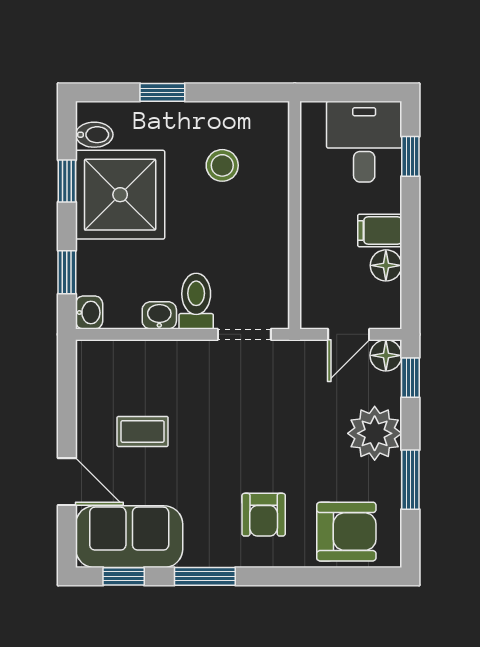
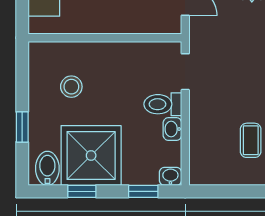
bidet: (94, 135) -> (47, 168), width x1.38, depth x1.36

